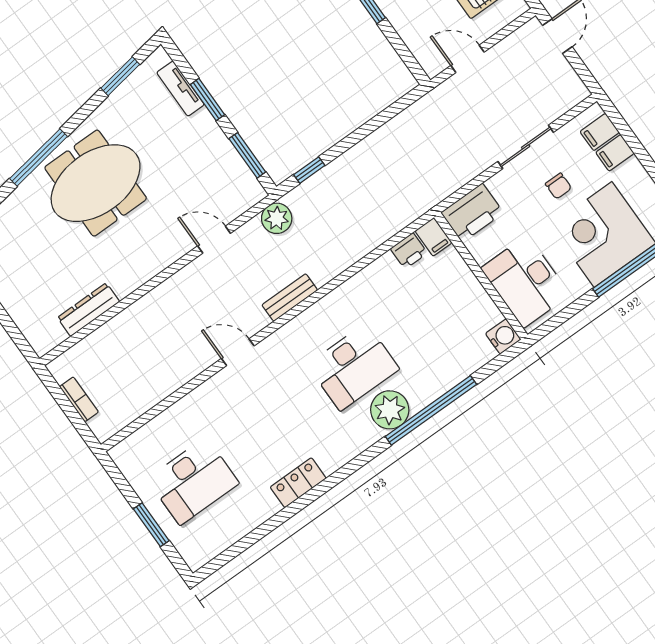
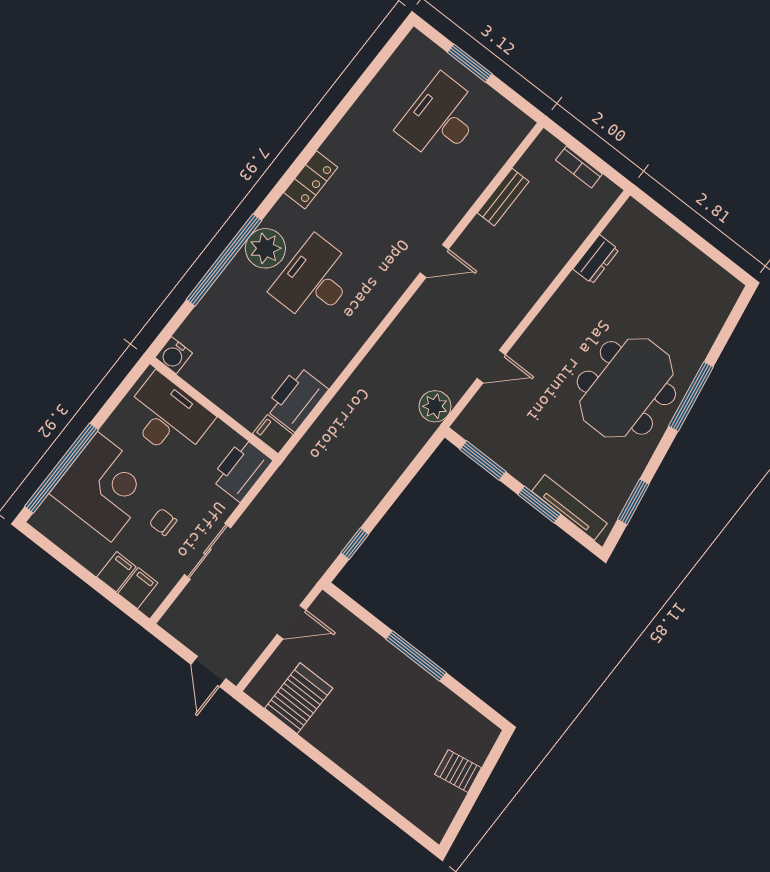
tv unit: (180, 89) -> (569, 507), width x1.41
window: (309, 170) -> (355, 544), moved
printer: (409, 251) -> (296, 399), width x1.87, depth x1.48
bench: (290, 298) -> (503, 197), moved
dresser: (89, 310) -> (596, 259), width x0.70
locker: (298, 483) -> (311, 180), moved

